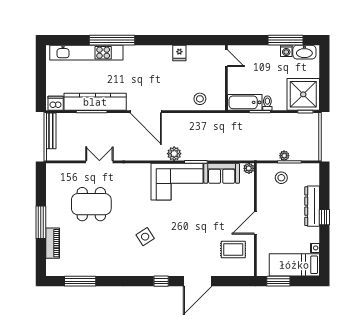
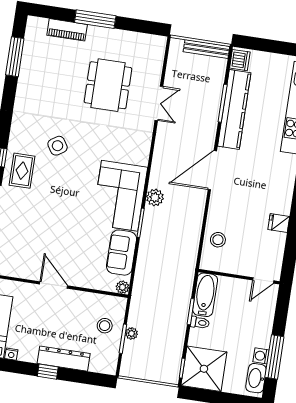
rug: (233, 249) -> (22, 171), moved

